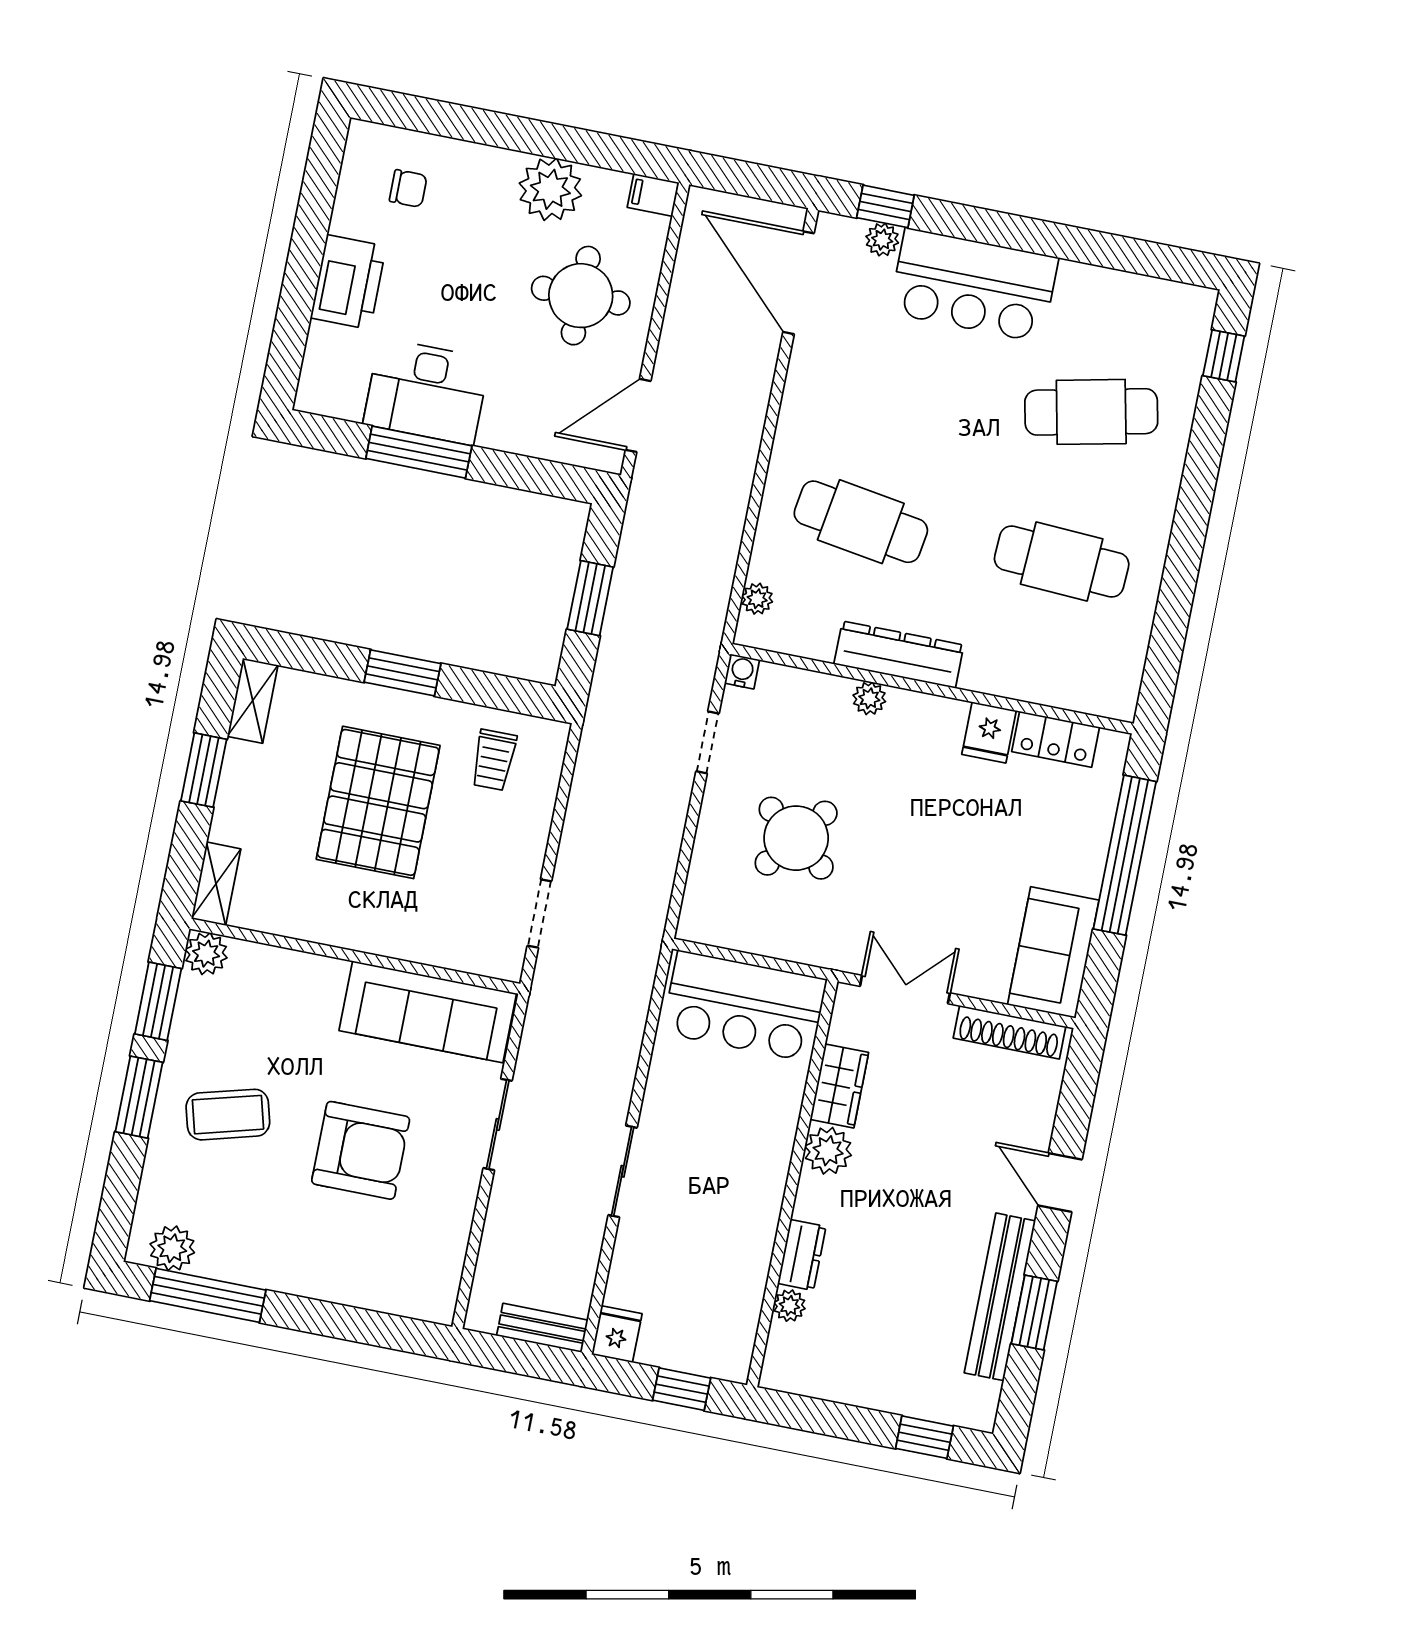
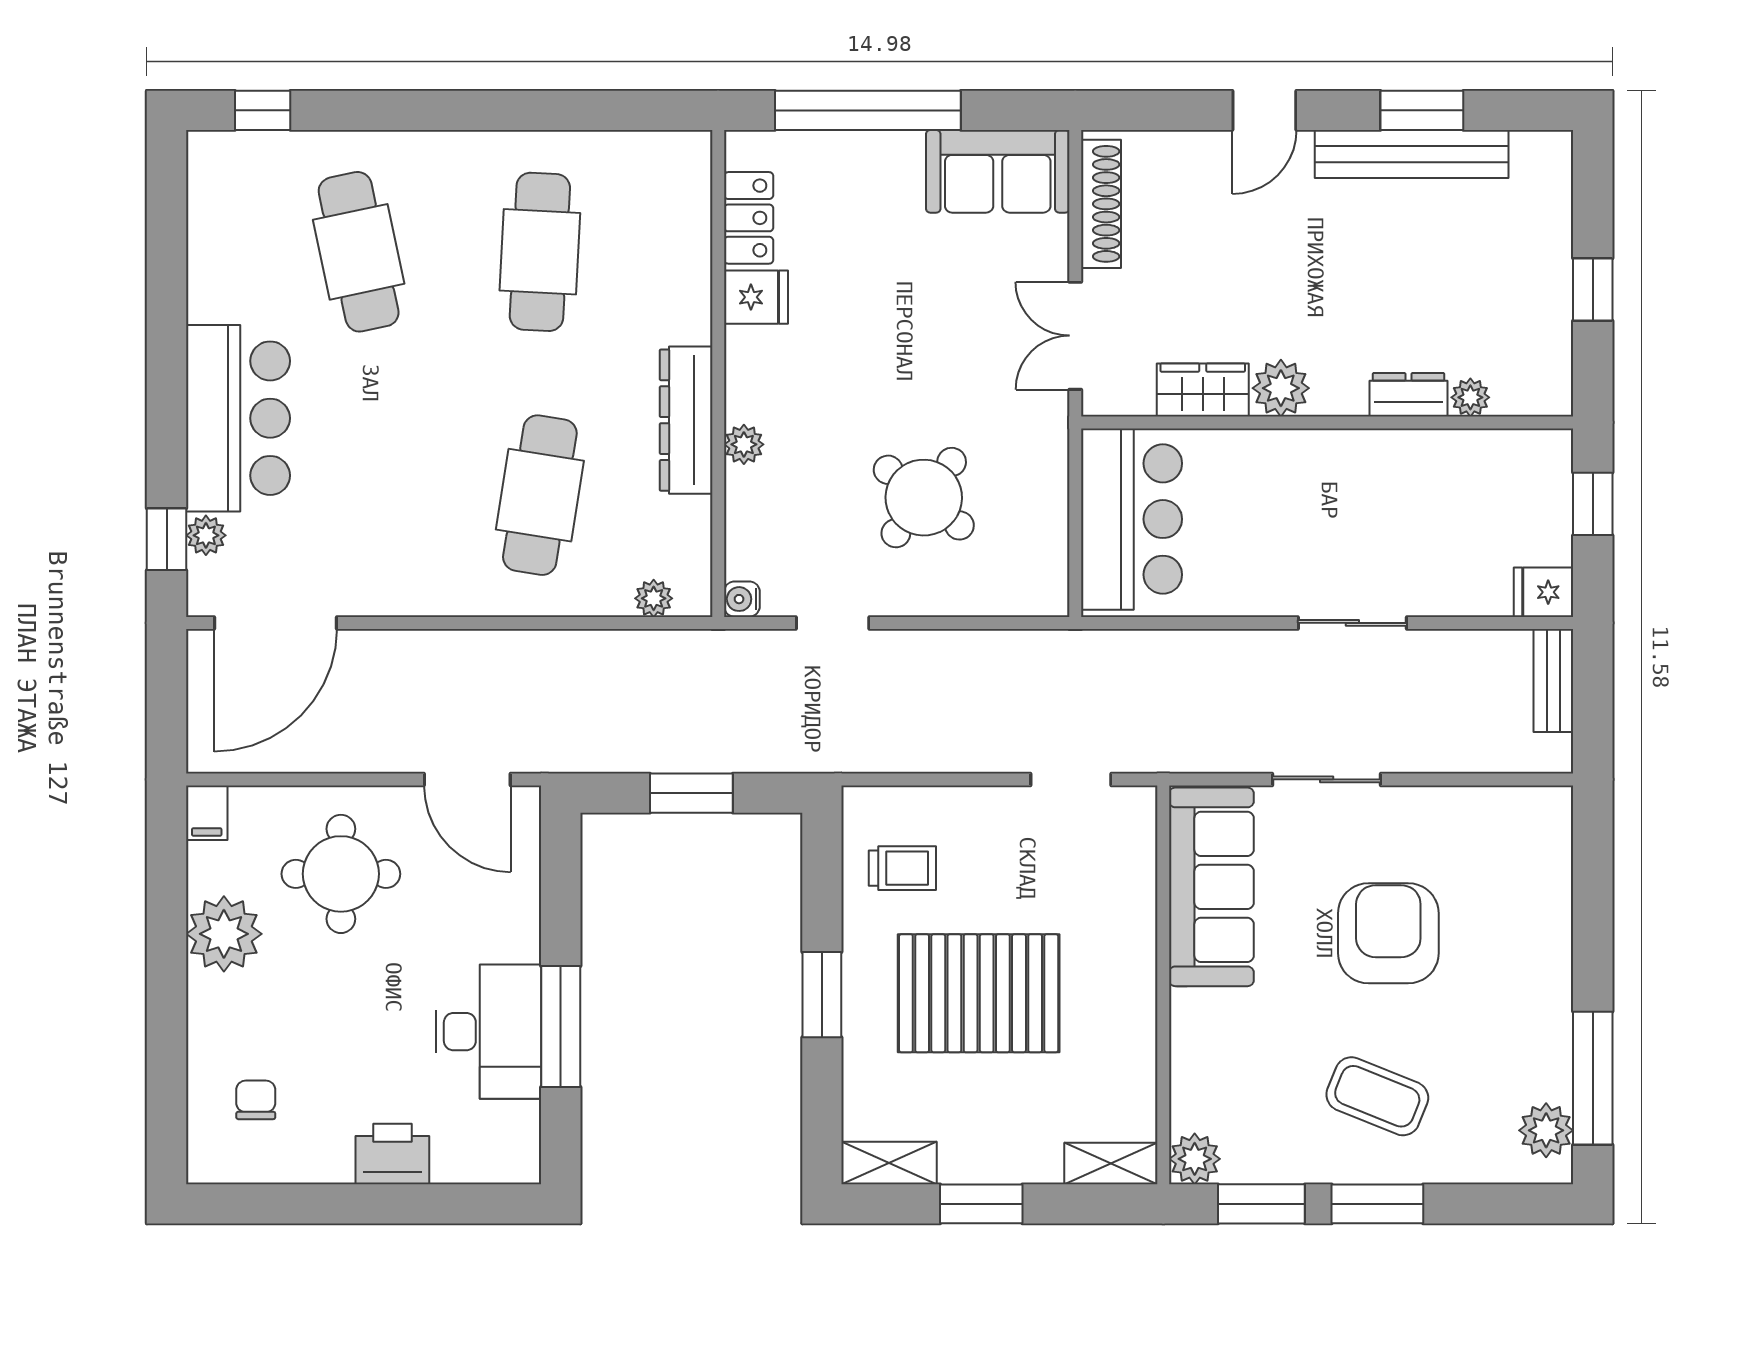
printer: (348, 282) -> (392, 1154), width x0.73, depth x0.84
coffee table: (228, 1115) -> (1377, 1096), turned -53
window: (924, 1437) -> (1593, 289), moved

